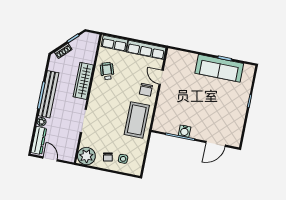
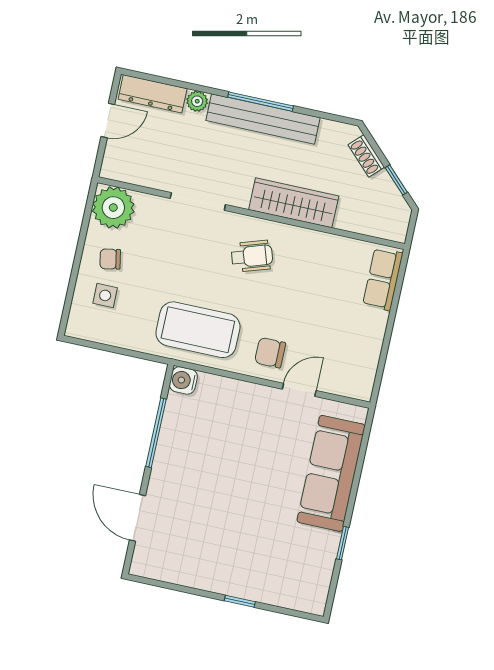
row of seats: (146, 50) -> (366, 355), removed
sofa: (219, 68) -> (331, 473), moved
wheelchair: (107, 71) -> (252, 256), moved
water cooler: (185, 131) -> (183, 380), moved

